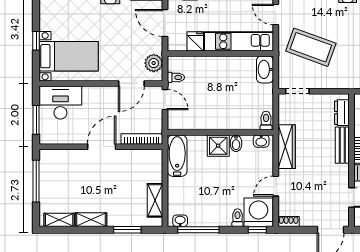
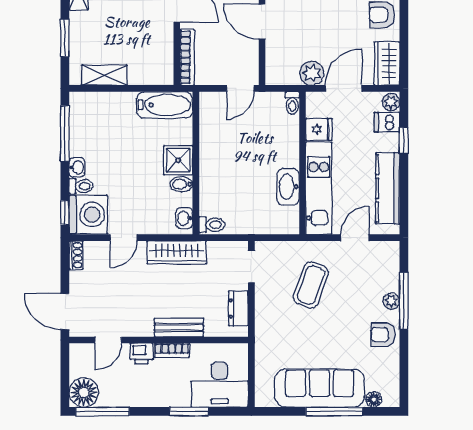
coffee table: (311, 47) -> (311, 285), width x0.73, depth x0.76
plant: (154, 63) -> (312, 73), moved
washbasin: (265, 69) -> (288, 187), moved, turned -90
toilet: (176, 77) -> (292, 103), moved
door: (131, 83) -> (262, 22), moved
dresser: (342, 113) -> (238, 308), moved, turned -90
door: (276, 186) -> (124, 238), swing flipped
washbasin: (180, 221) -> (77, 167), moved

